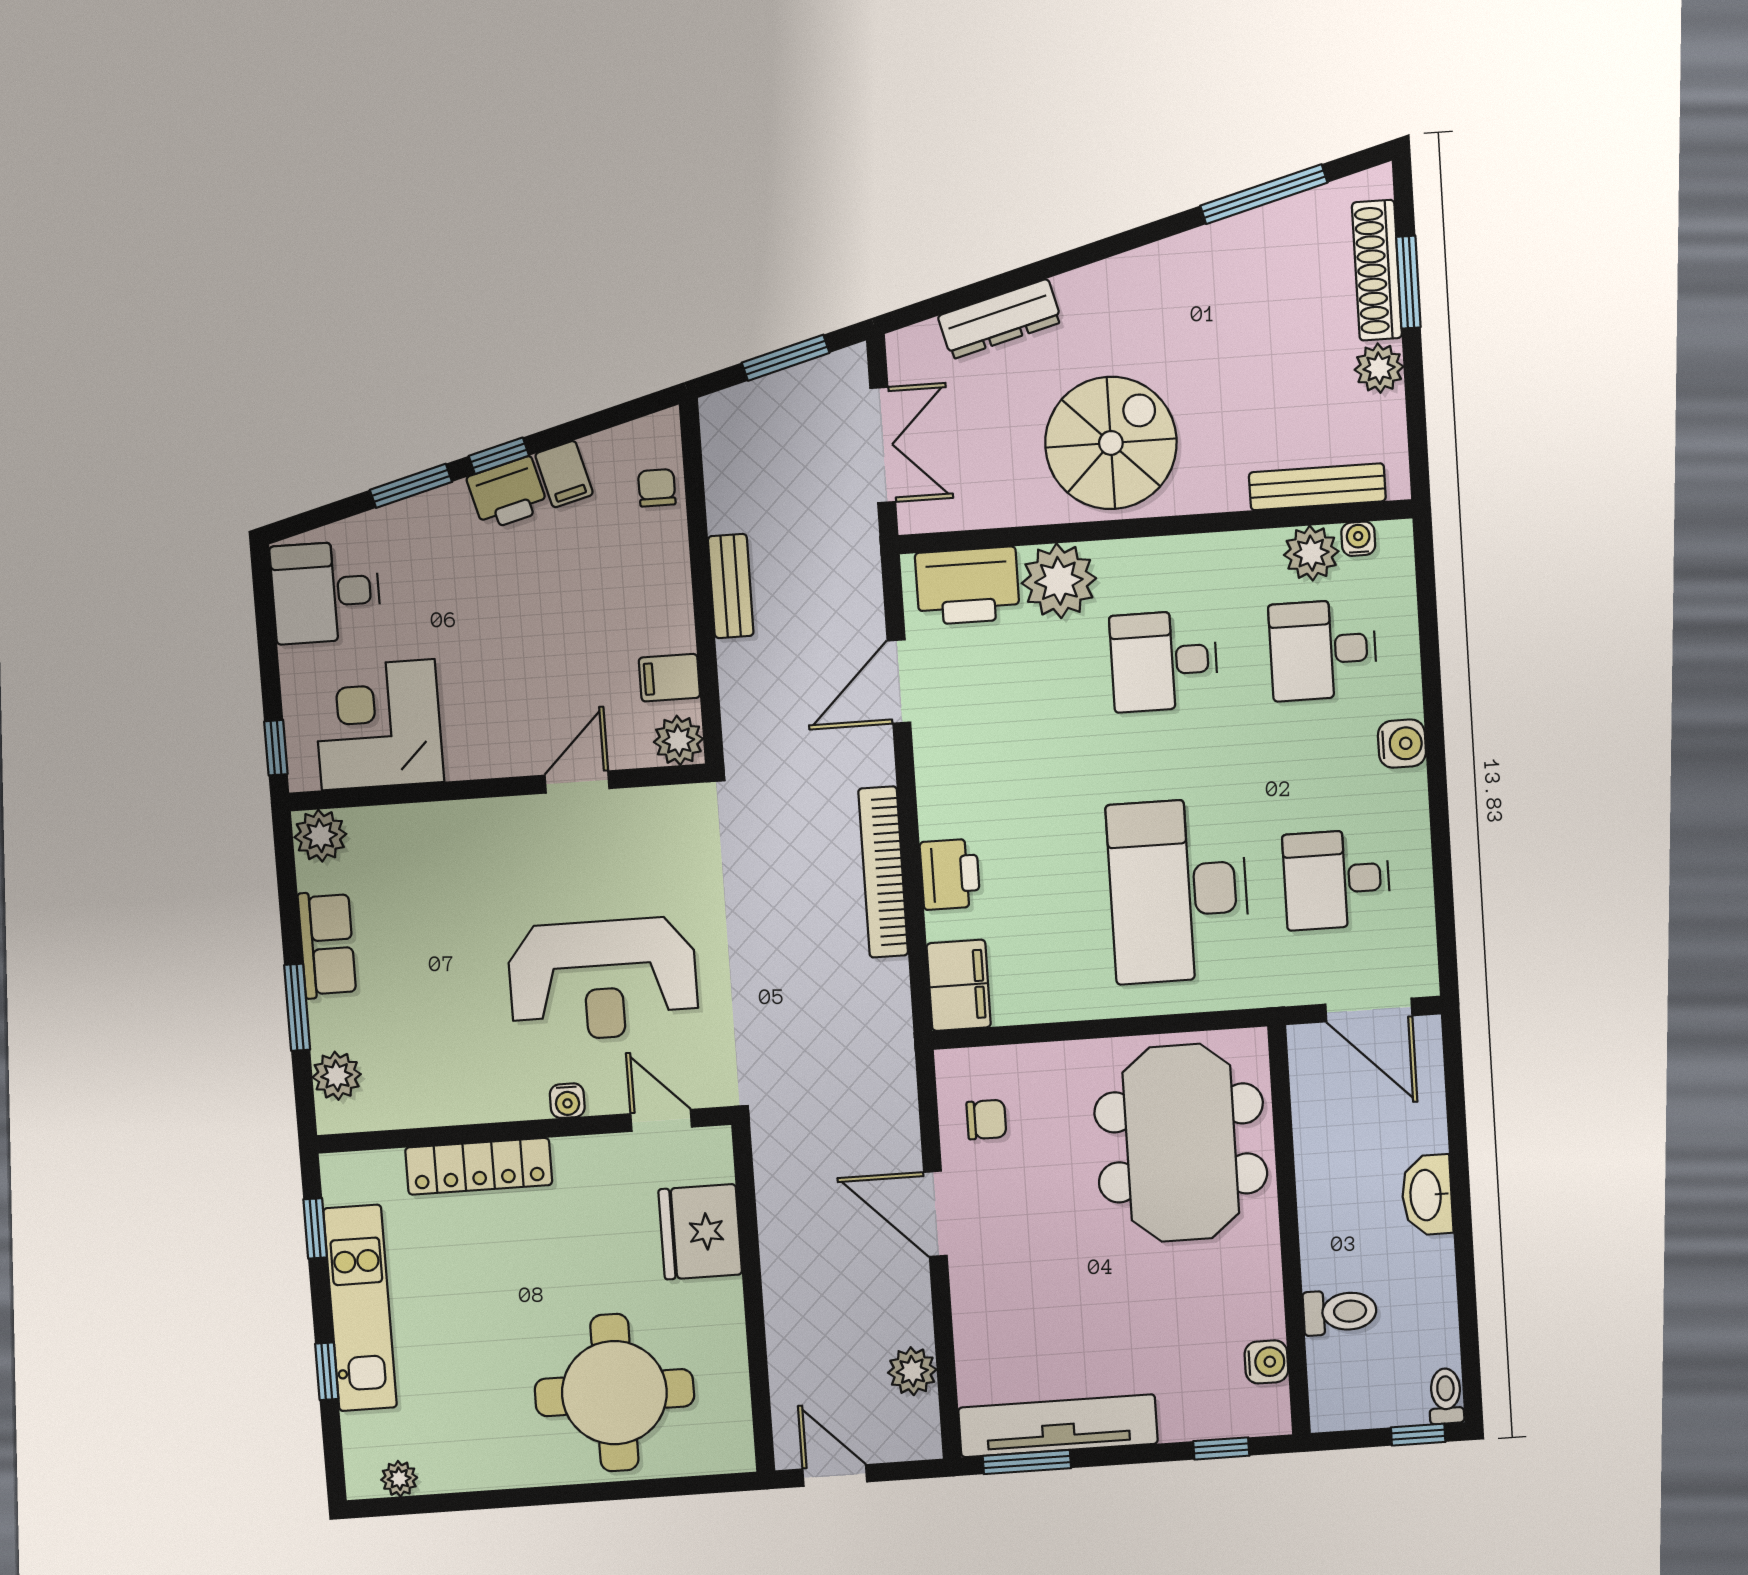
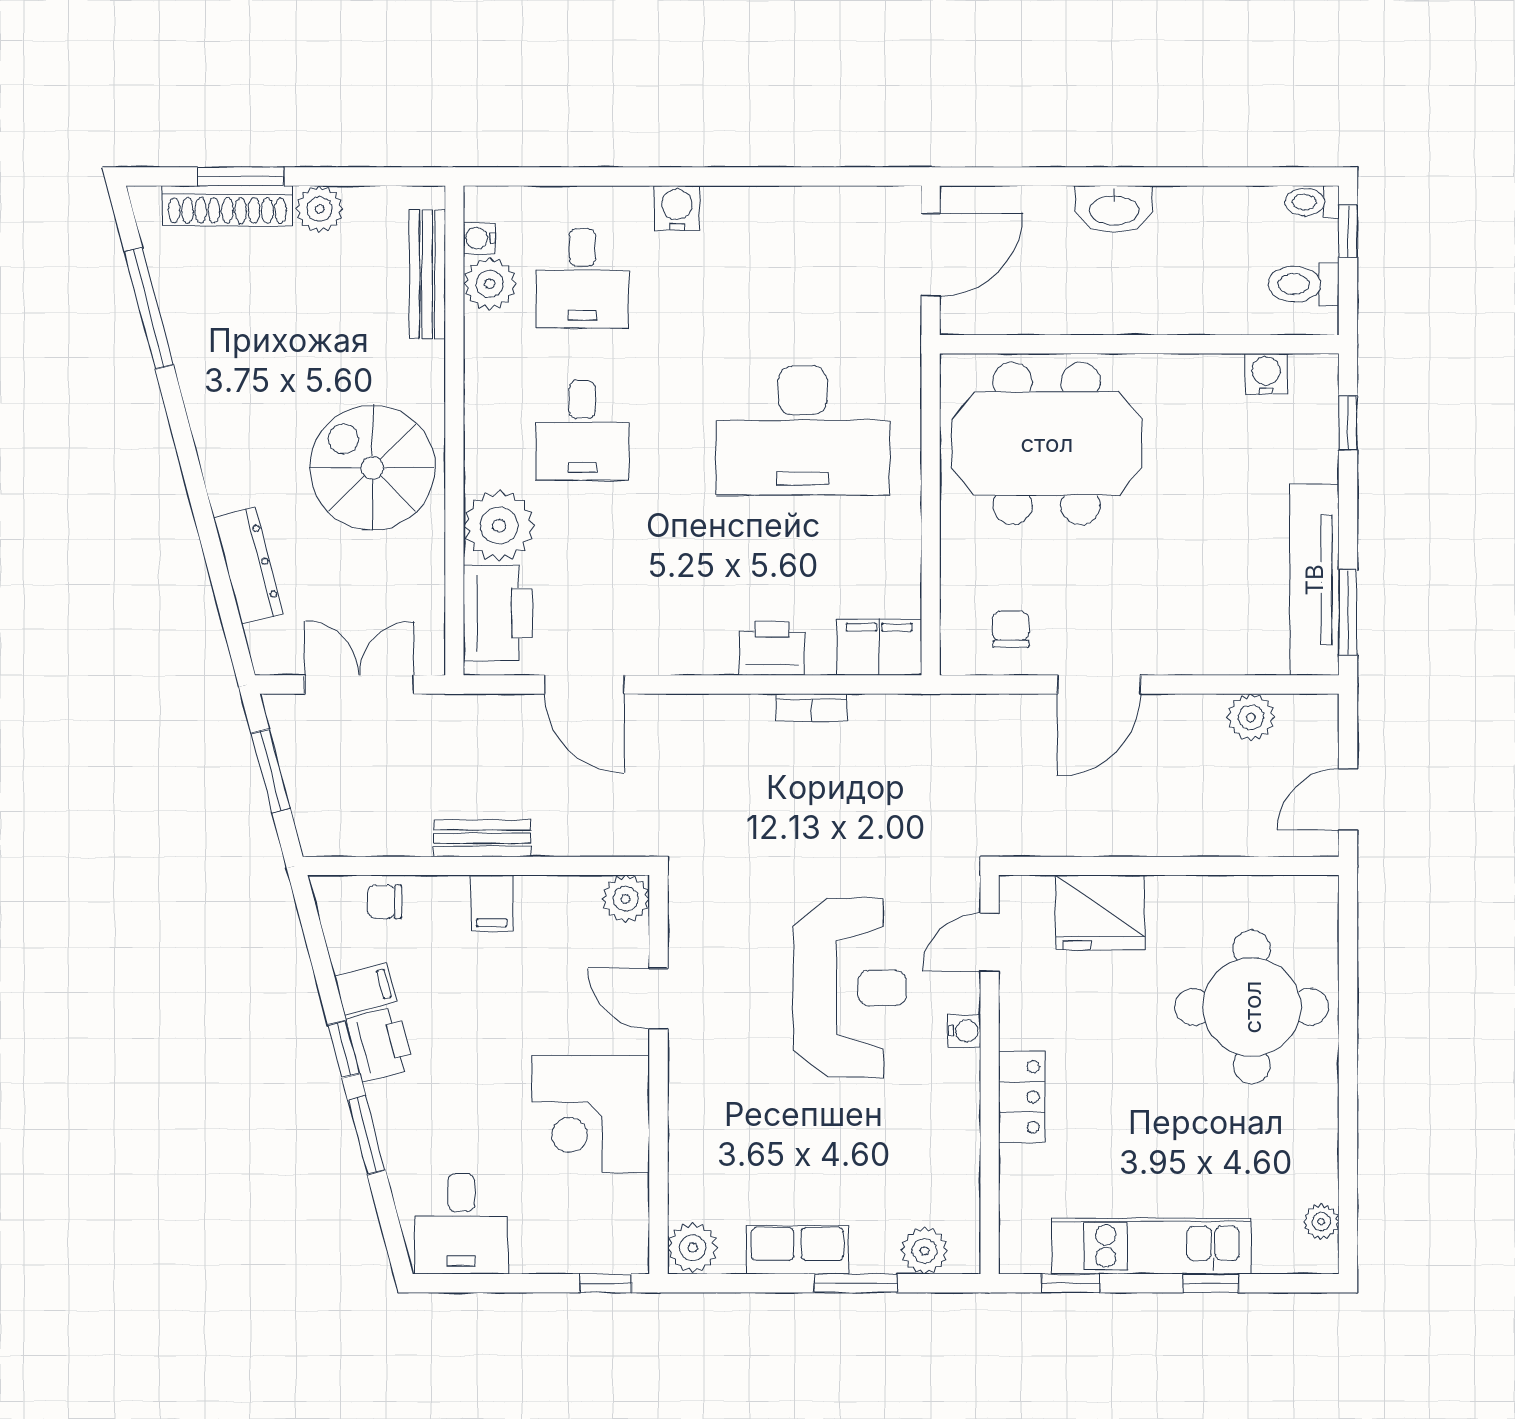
filing cabinet: (669, 678) -> (492, 903), moved
corner desk: (378, 725) -> (591, 1114), moved
bookcase: (883, 872) -> (811, 708), width x0.43, depth x0.76
desk: (1337, 879) -> (803, 278), removed
locker: (479, 1166) -> (1022, 1097), width x0.66
toilet: (1340, 1312) -> (1304, 284), moved, turned -90

